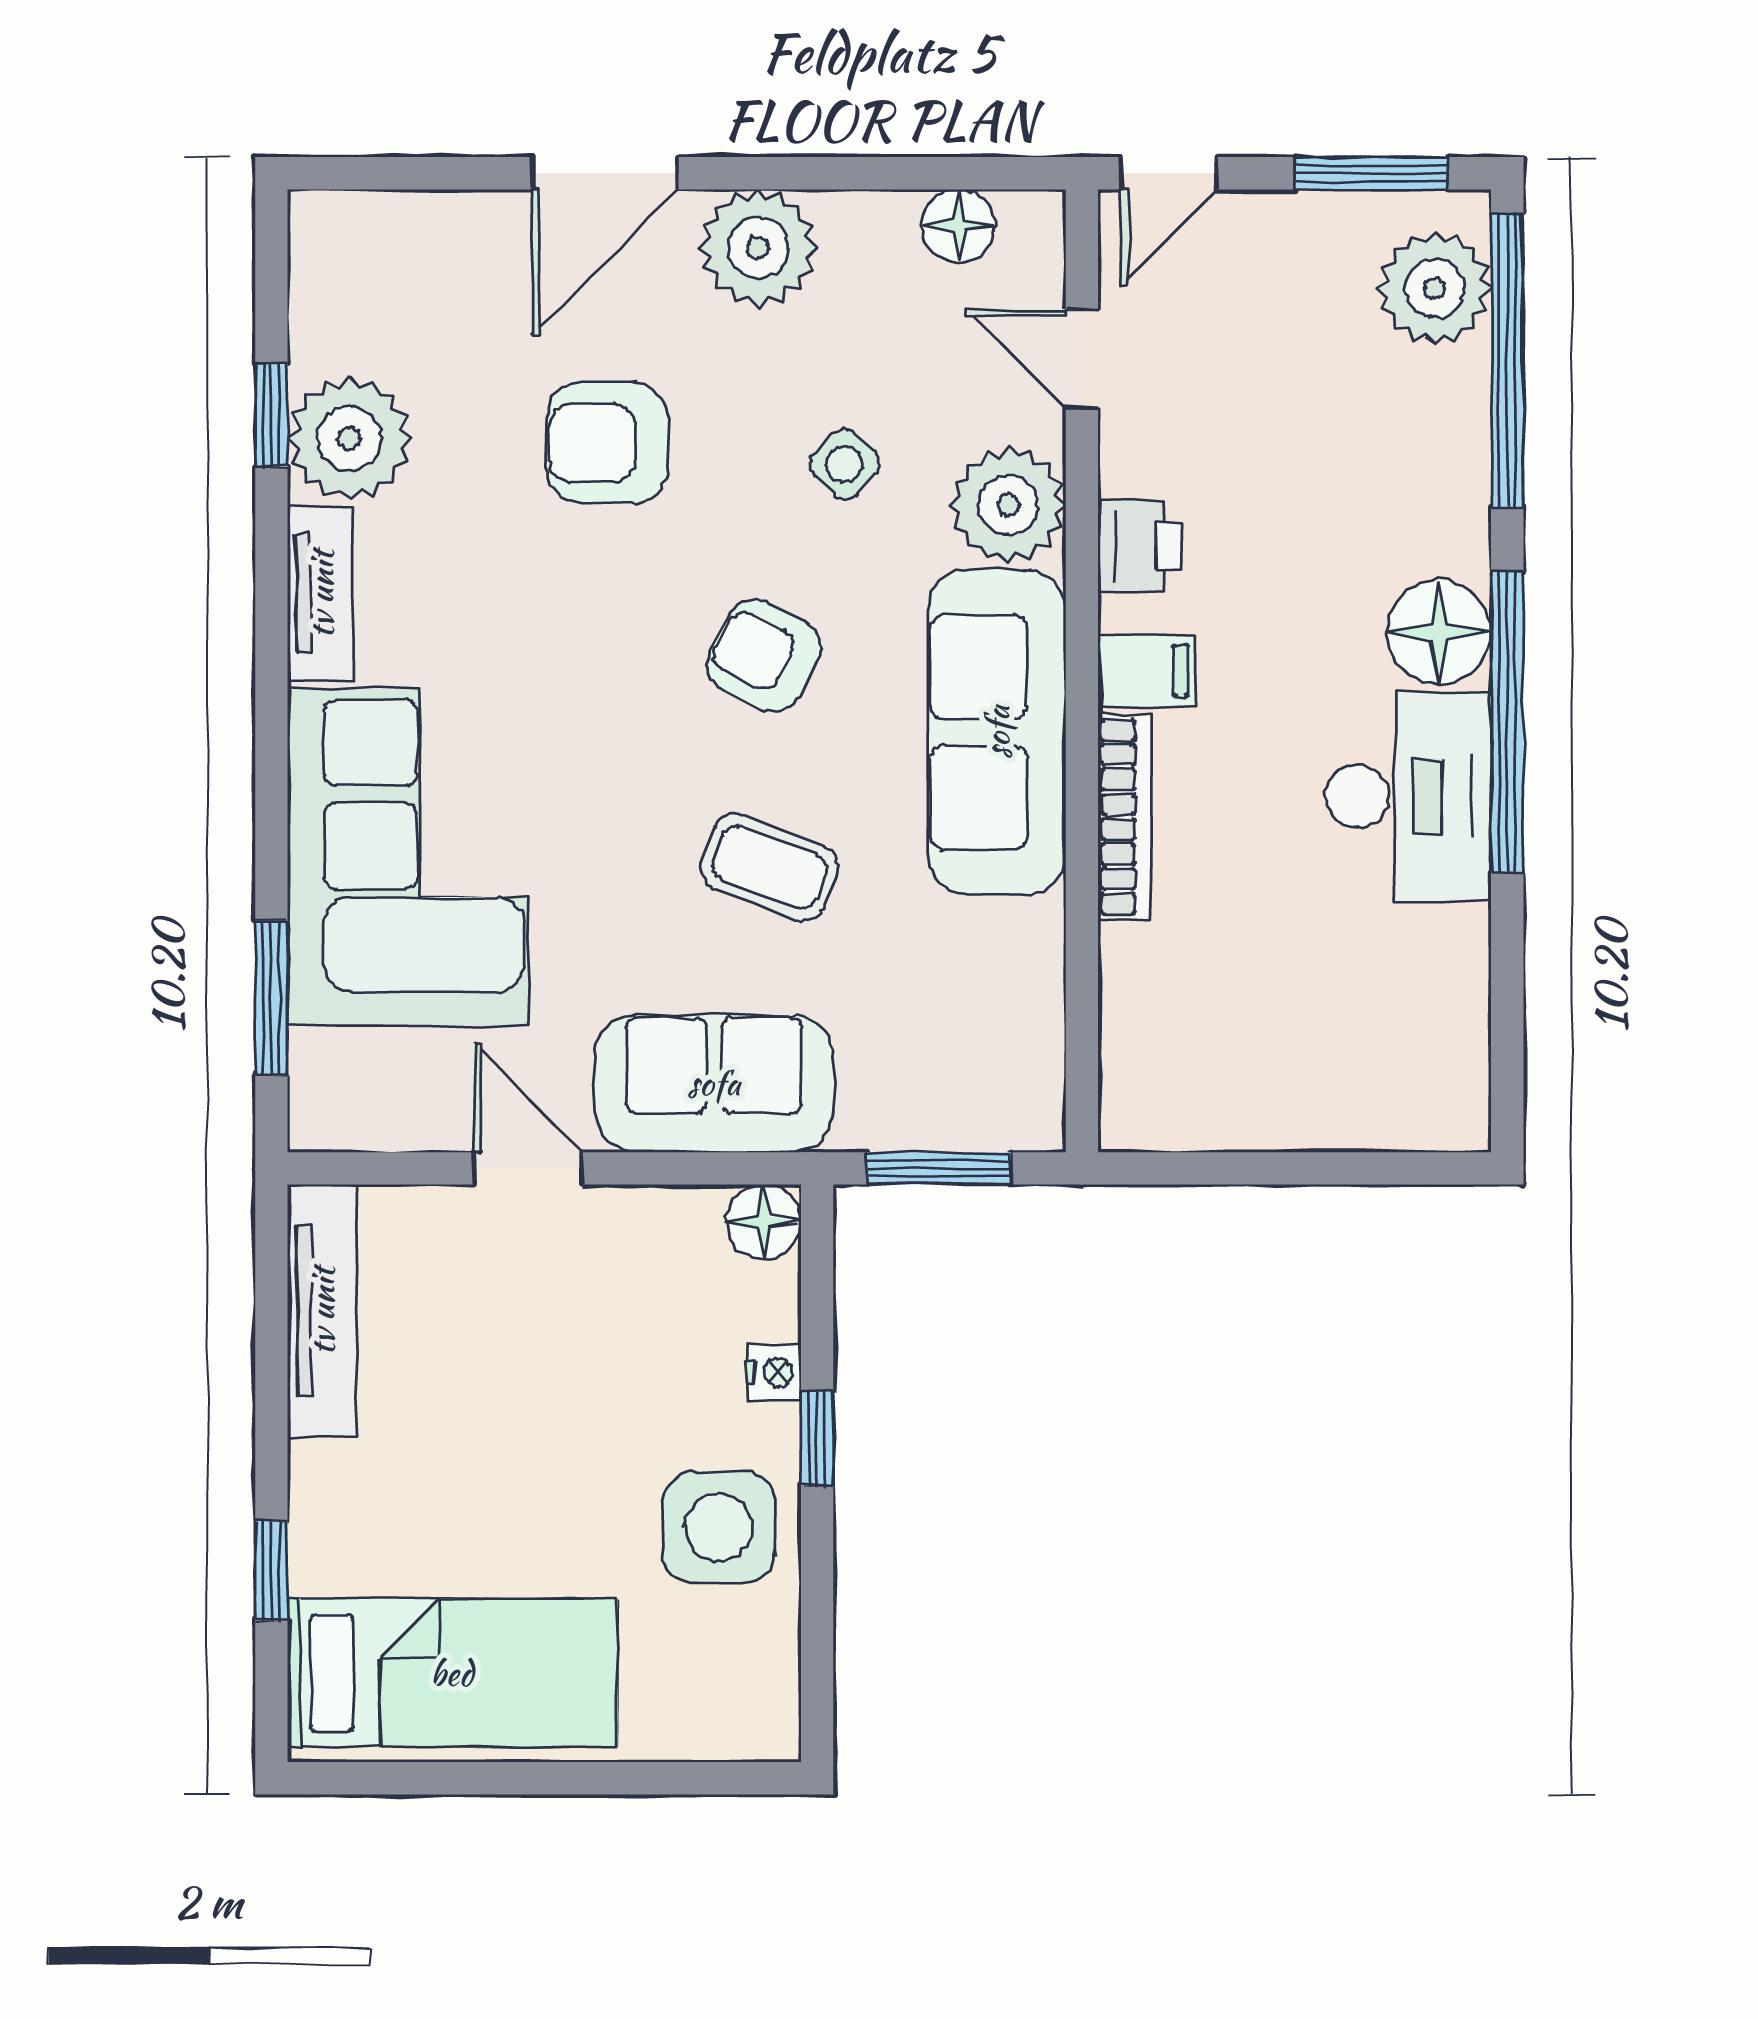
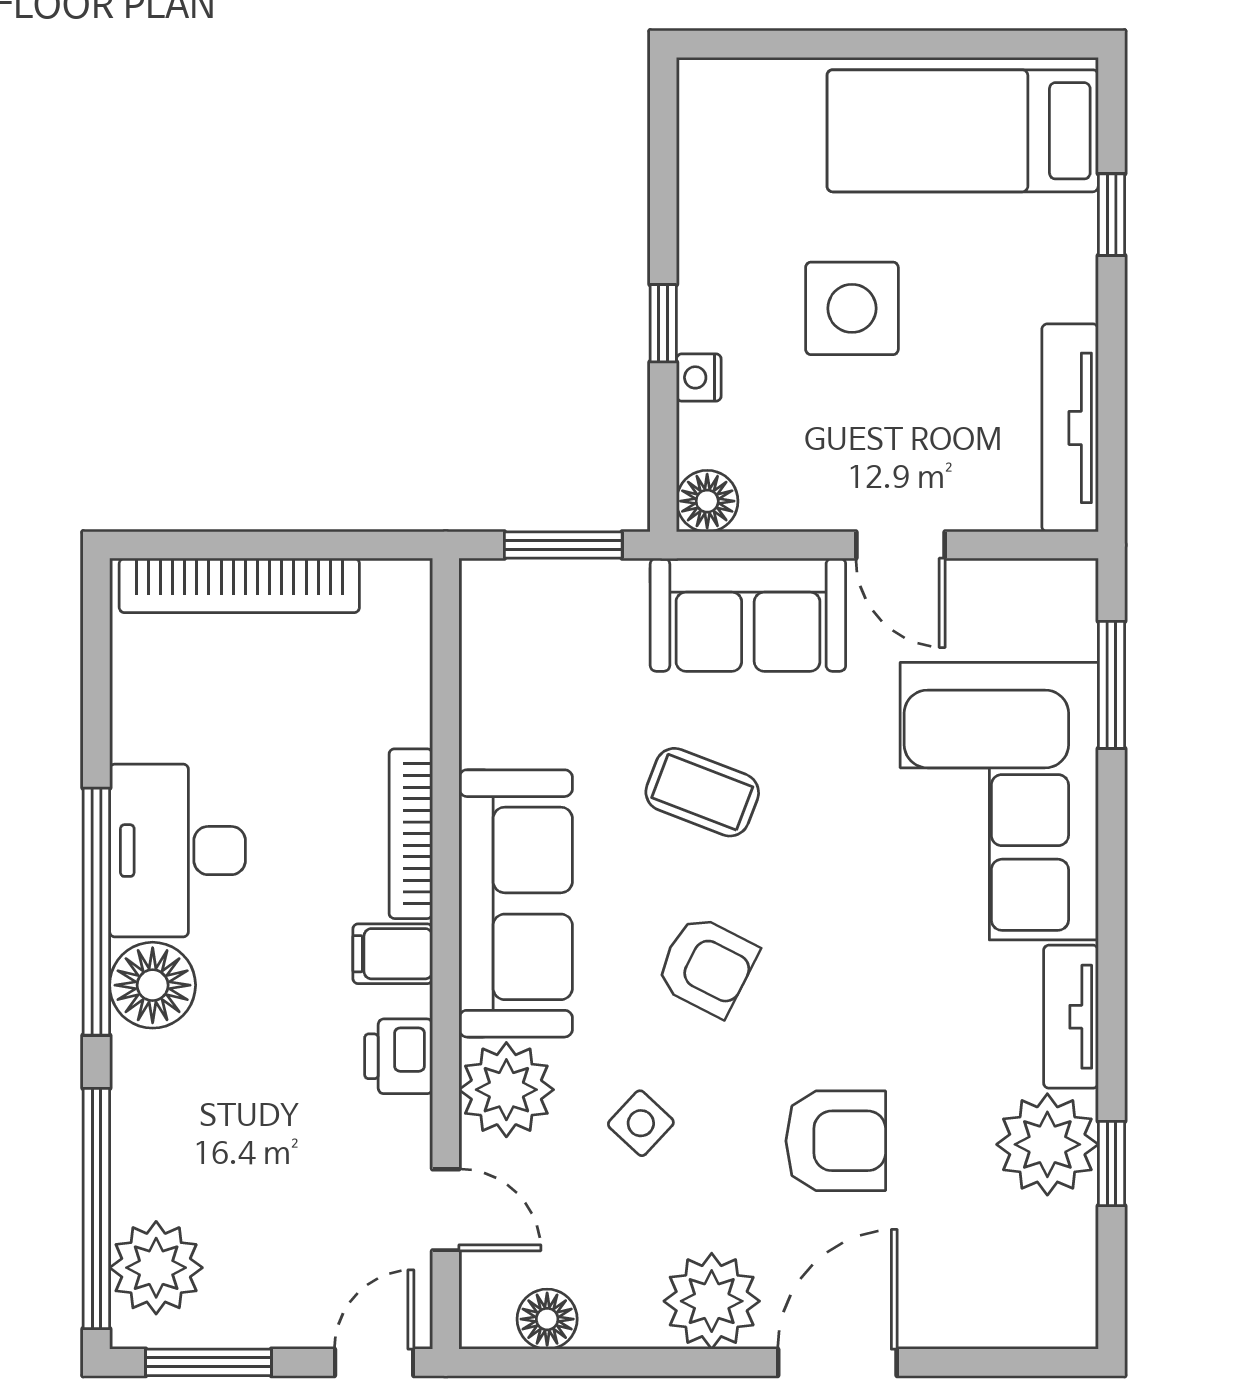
bookcase: (1333, 1119) -> (239, 585), added
side table: (719, 1527) -> (852, 308), moved

